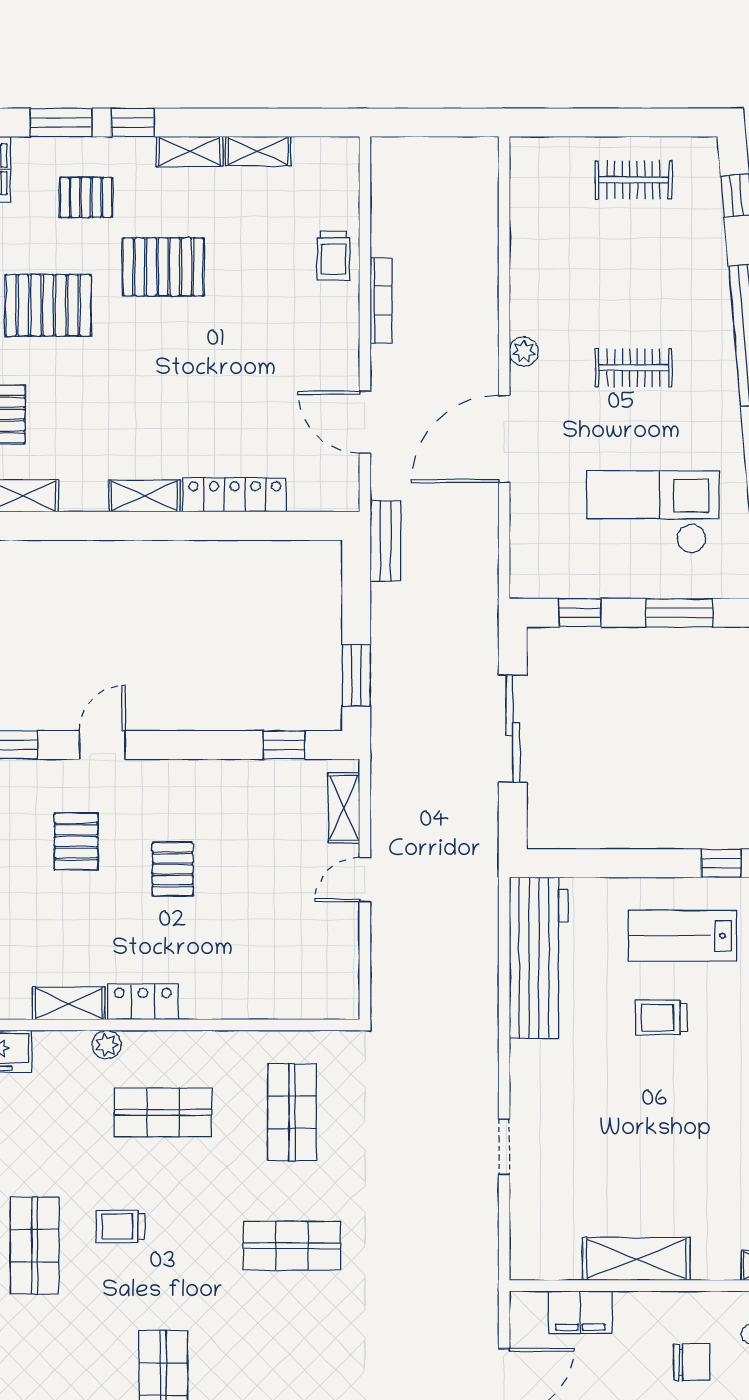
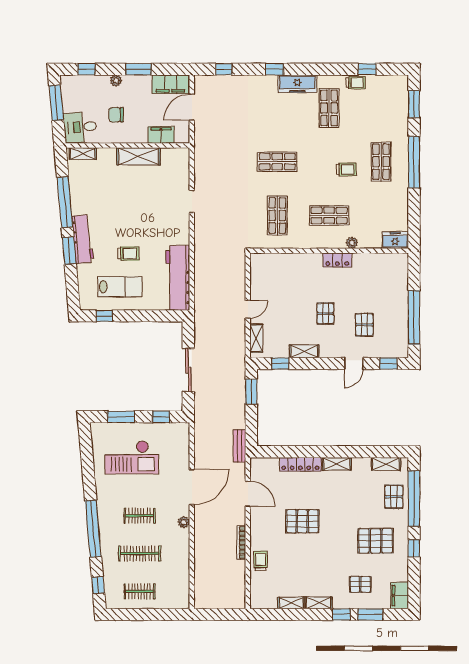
pallet: (163, 267) -> (302, 521), moved
clothes rail: (634, 274) -> (140, 553), added
shelving: (69, 1003) -> (304, 351), moved

